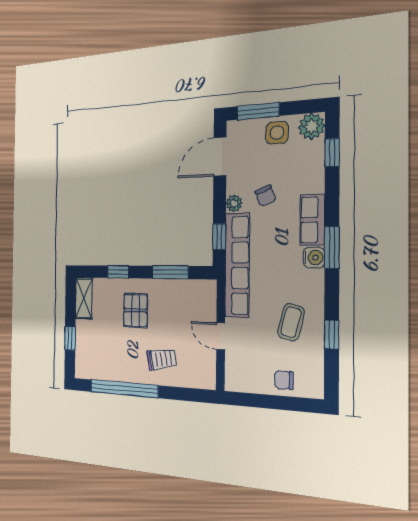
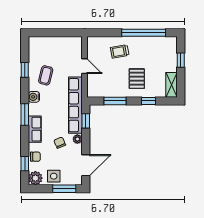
water cooler: (314, 258) -> (34, 97), moved
chair: (284, 380) -> (35, 157), moved

